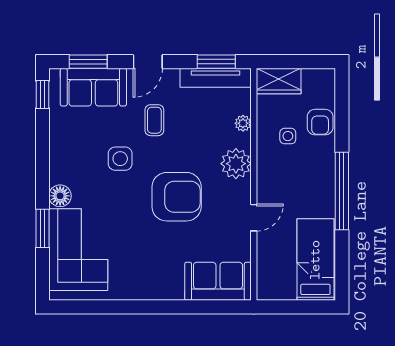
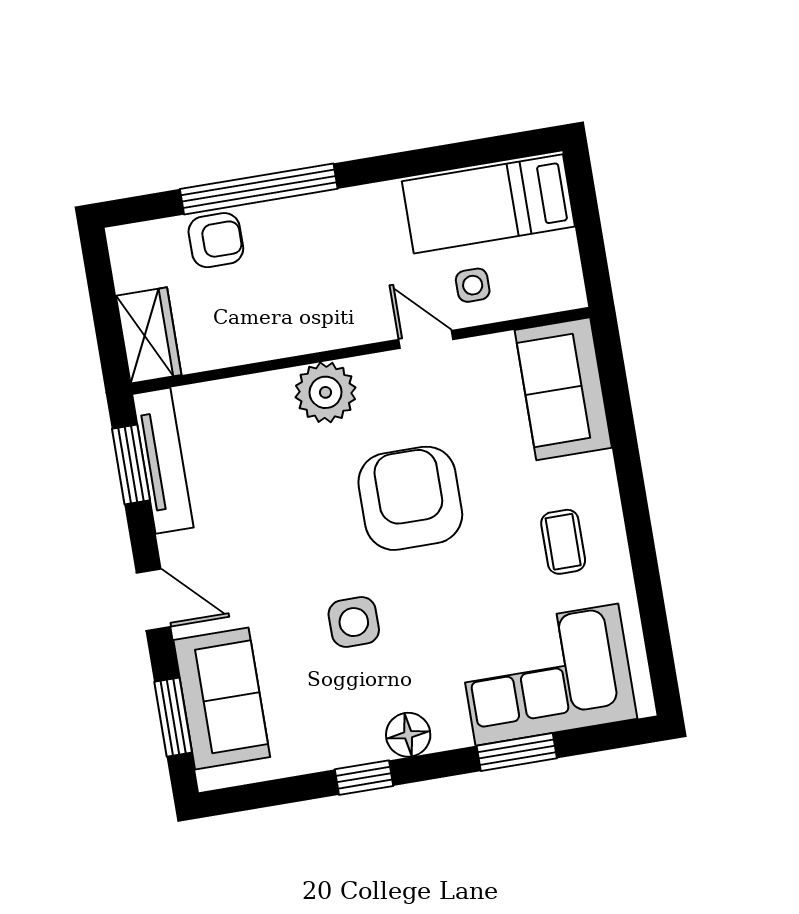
window: (43, 95) -> (364, 778), moved
coffee table: (154, 120) -> (563, 542), moved, turned 90
plant: (243, 123) -> (244, 392), removed
side table: (288, 136) -> (473, 285), moved
window: (342, 191) -> (259, 189), moved
floor lamp: (60, 196) -> (408, 735), moved

